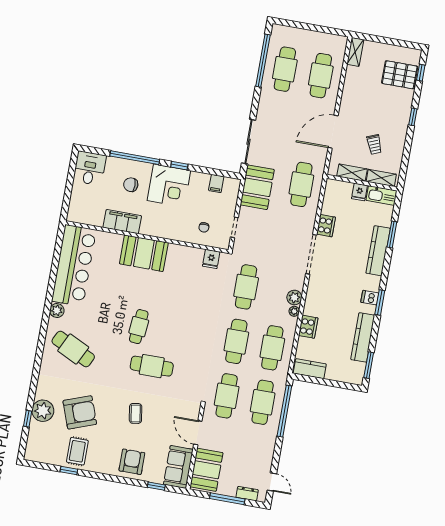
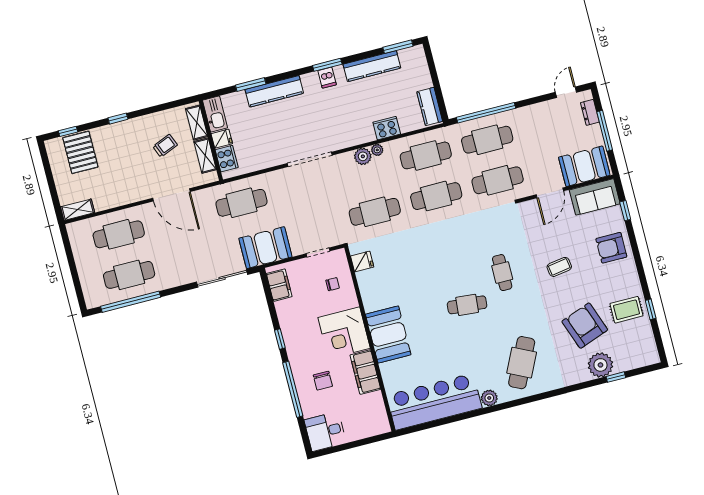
filing cabinet: (216, 184) -> (279, 285), width x2.00
corner desk: (169, 186) -> (344, 333), moved, turned 180
cooker: (326, 226) -> (227, 159), moved, turned 90
cafe table: (152, 366) -> (502, 273), width x0.73, depth x0.74

